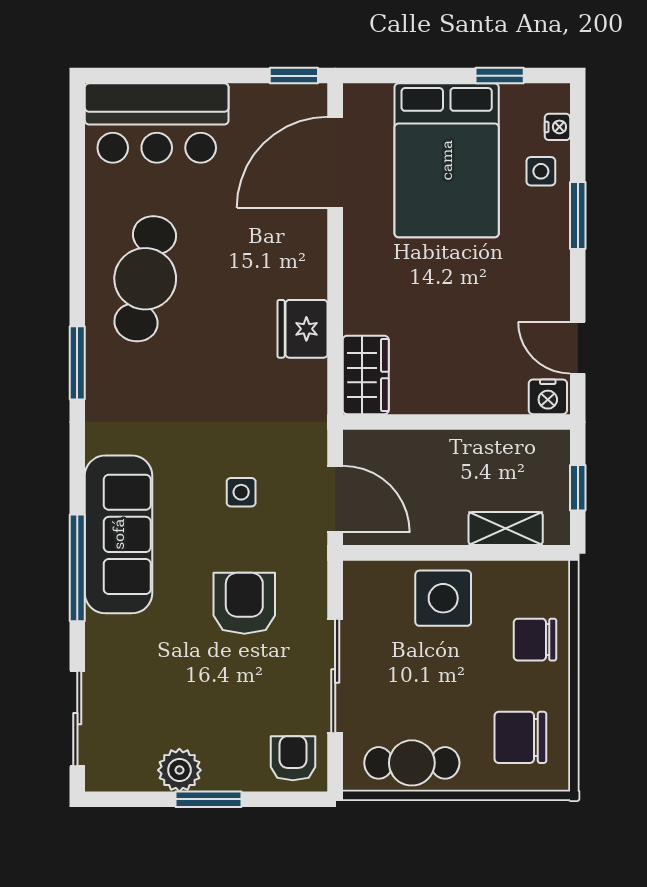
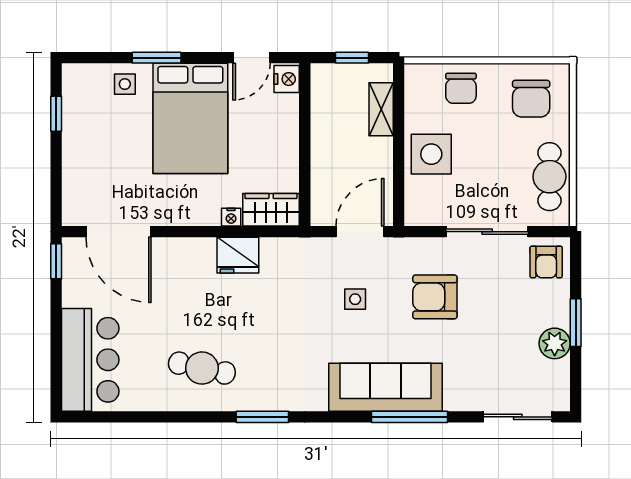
nightstand: (557, 127) -> (231, 217), moved, turned 180
bed: (447, 160) -> (190, 118), moved, turned 90
cafe table: (145, 279) -> (202, 368), width x0.73, depth x0.74
armchair: (293, 758) -> (546, 262), turned -90

